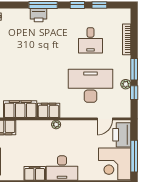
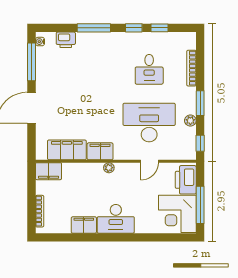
printer: (39, 15) -> (66, 40), moved
window: (134, 93) -> (200, 143), moved
door: (105, 119) -> (150, 161), moved

